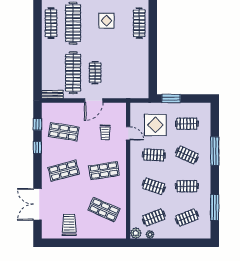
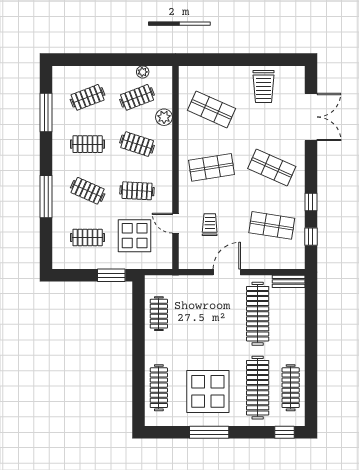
display table: (106, 21) -> (208, 391), width x1.86, depth x1.86
clothes rail: (95, 73) -> (159, 314), moved
shop shelf: (64, 171) -> (272, 167), turned 39
plant: (136, 233) -> (164, 117), moved

